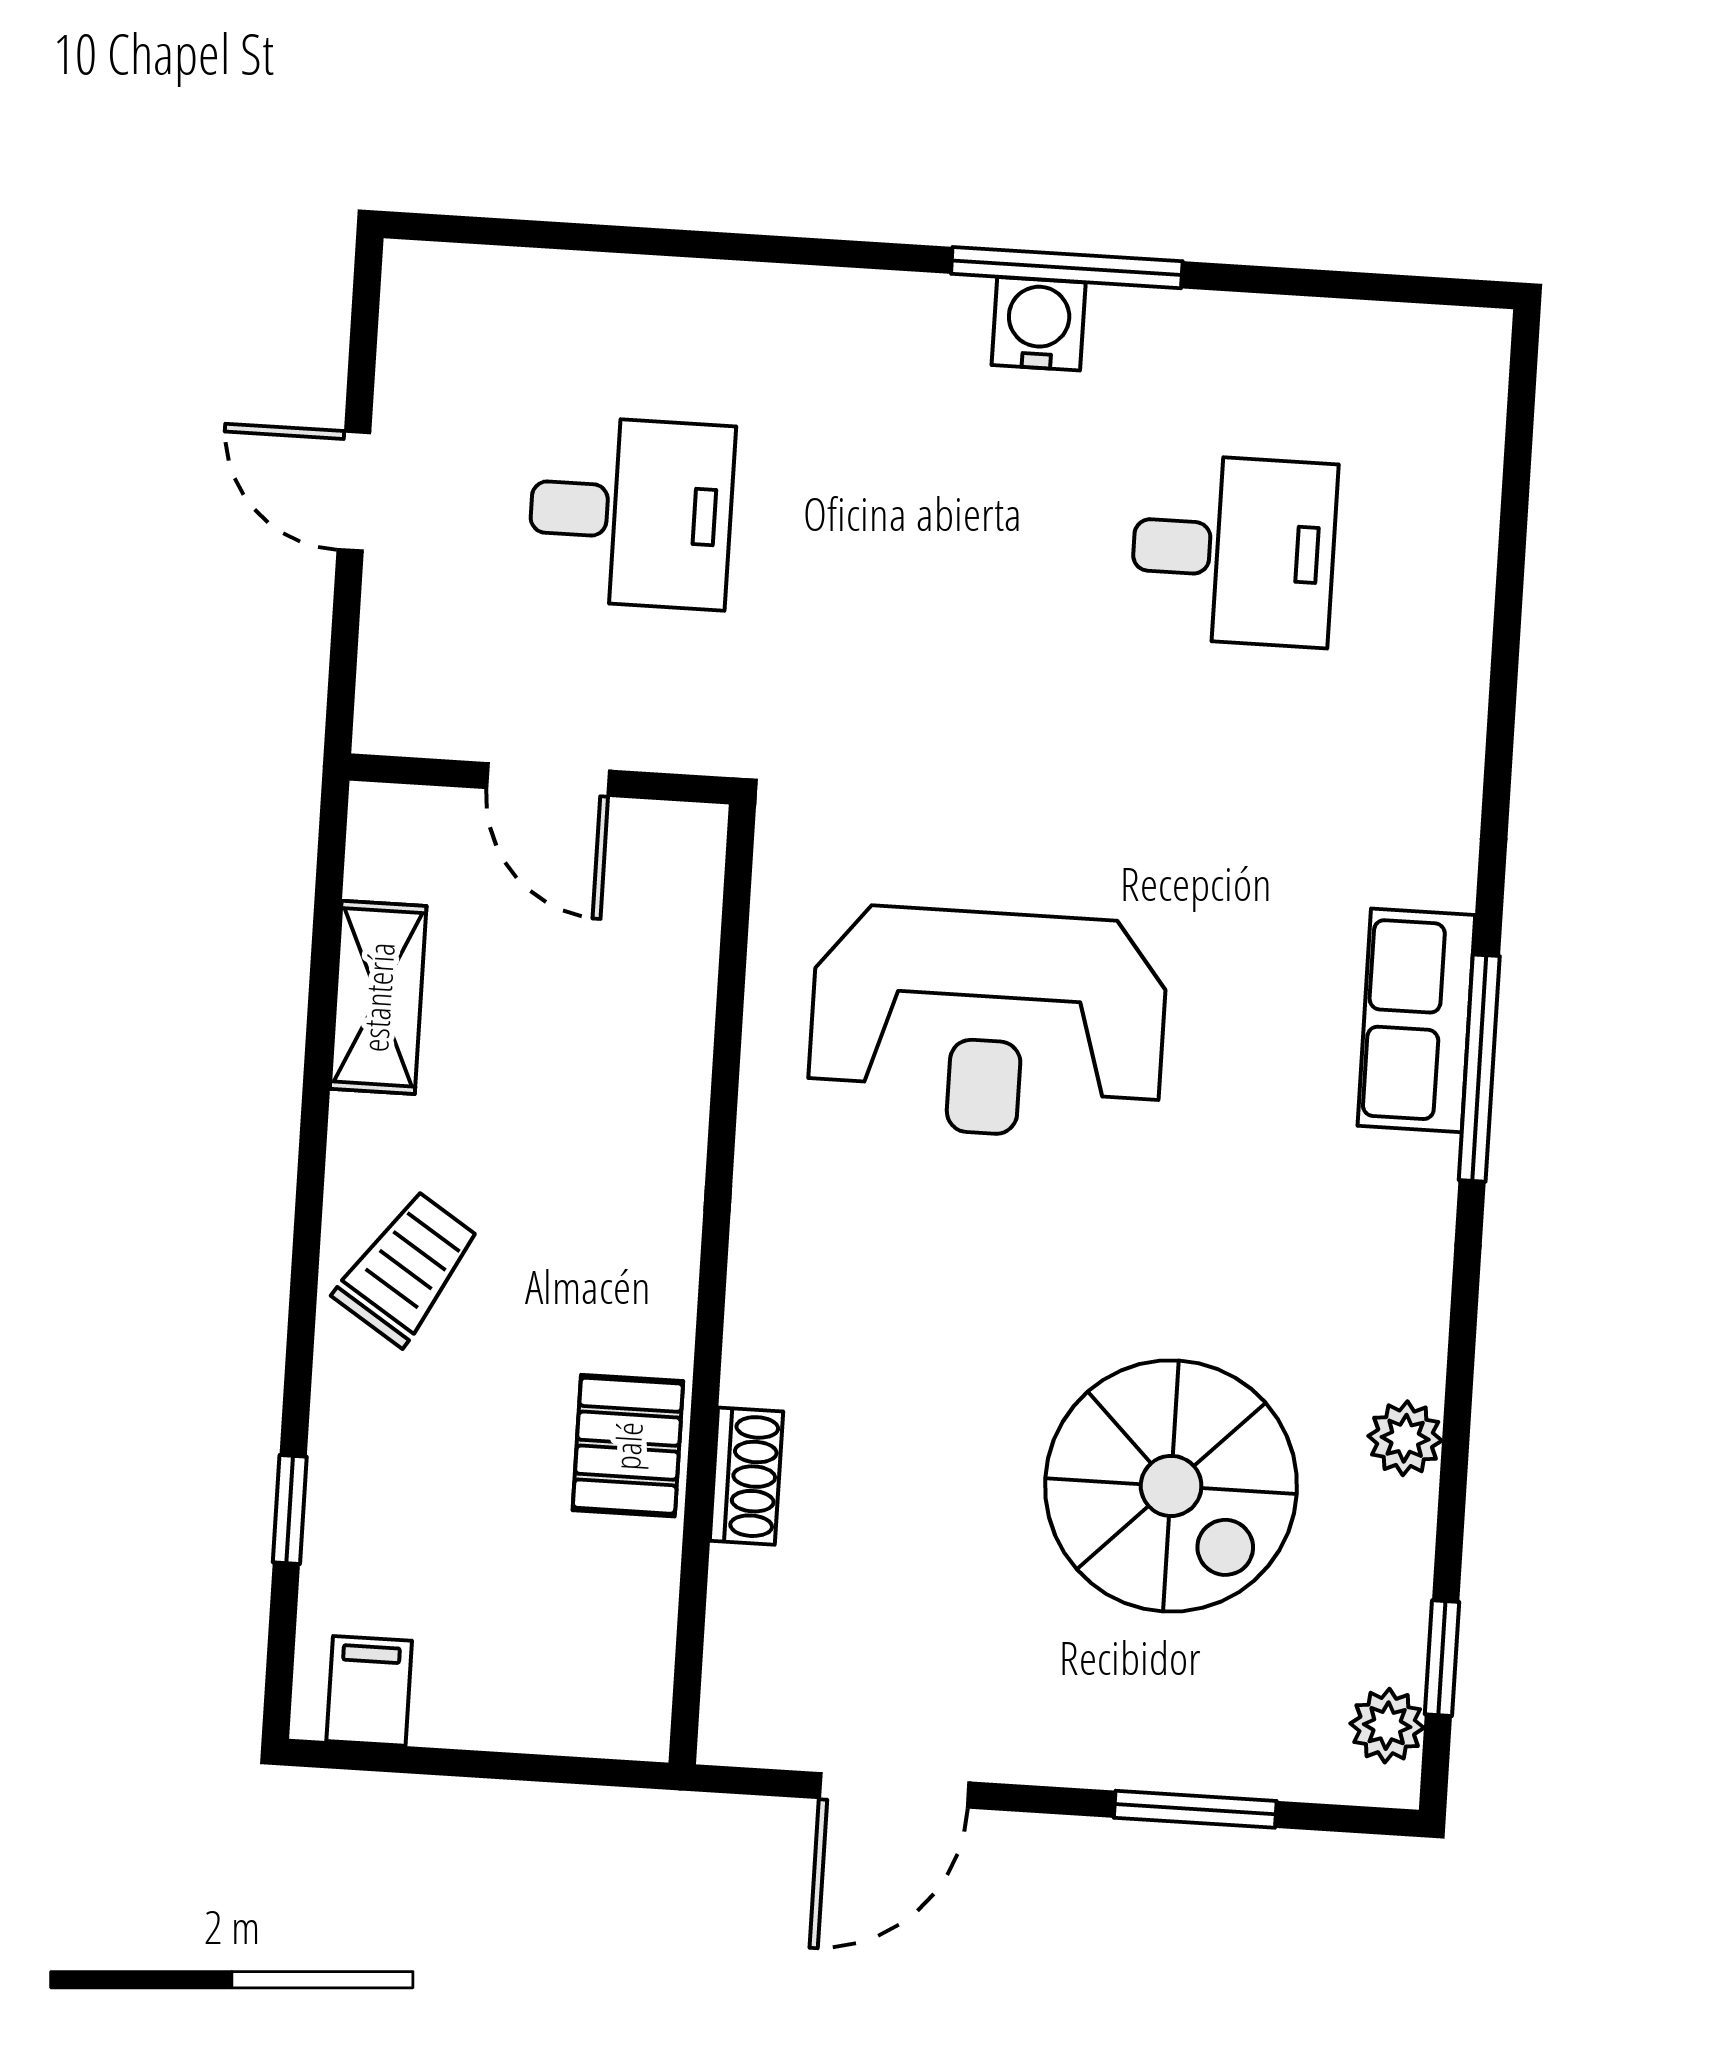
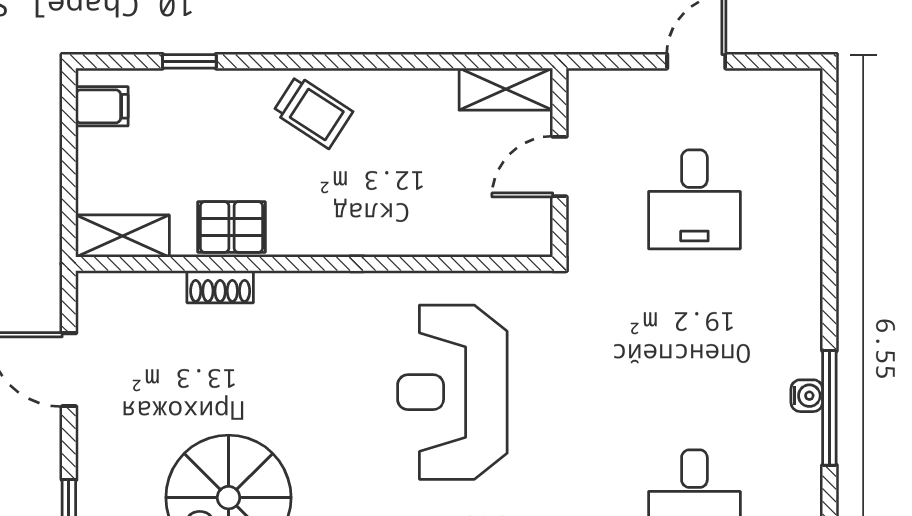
water cooler: (1039, 324) -> (807, 396), width x0.72, depth x0.72
shelving: (378, 997) -> (506, 89), moved
shelving: (632, 1666) -> (122, 236), added

